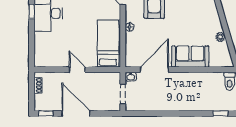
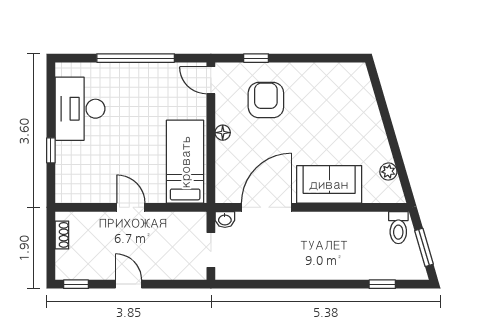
window: (32, 11) -> (51, 150), moved
plant: (220, 37) -> (388, 172), moved
door: (76, 113) -> (128, 284), width x0.53

